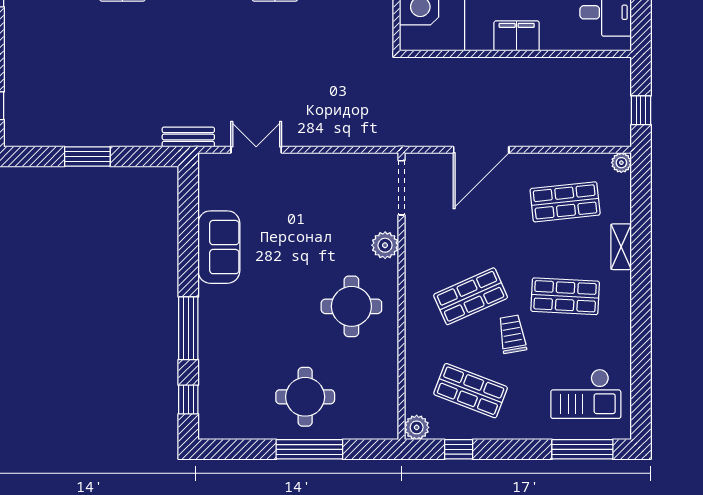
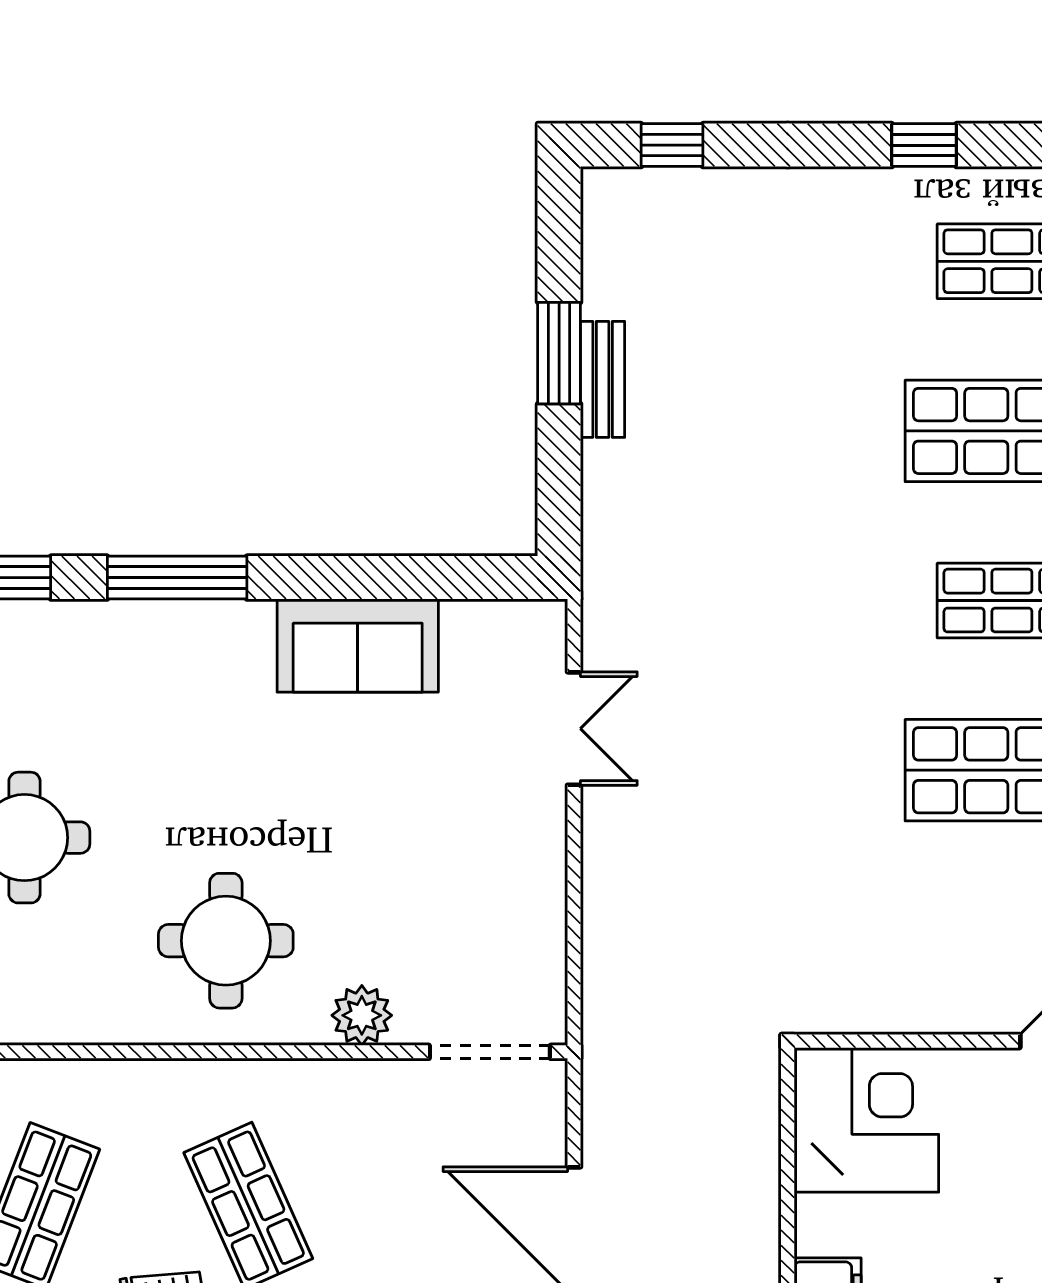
bench: (188, 137) -> (603, 379), moved

